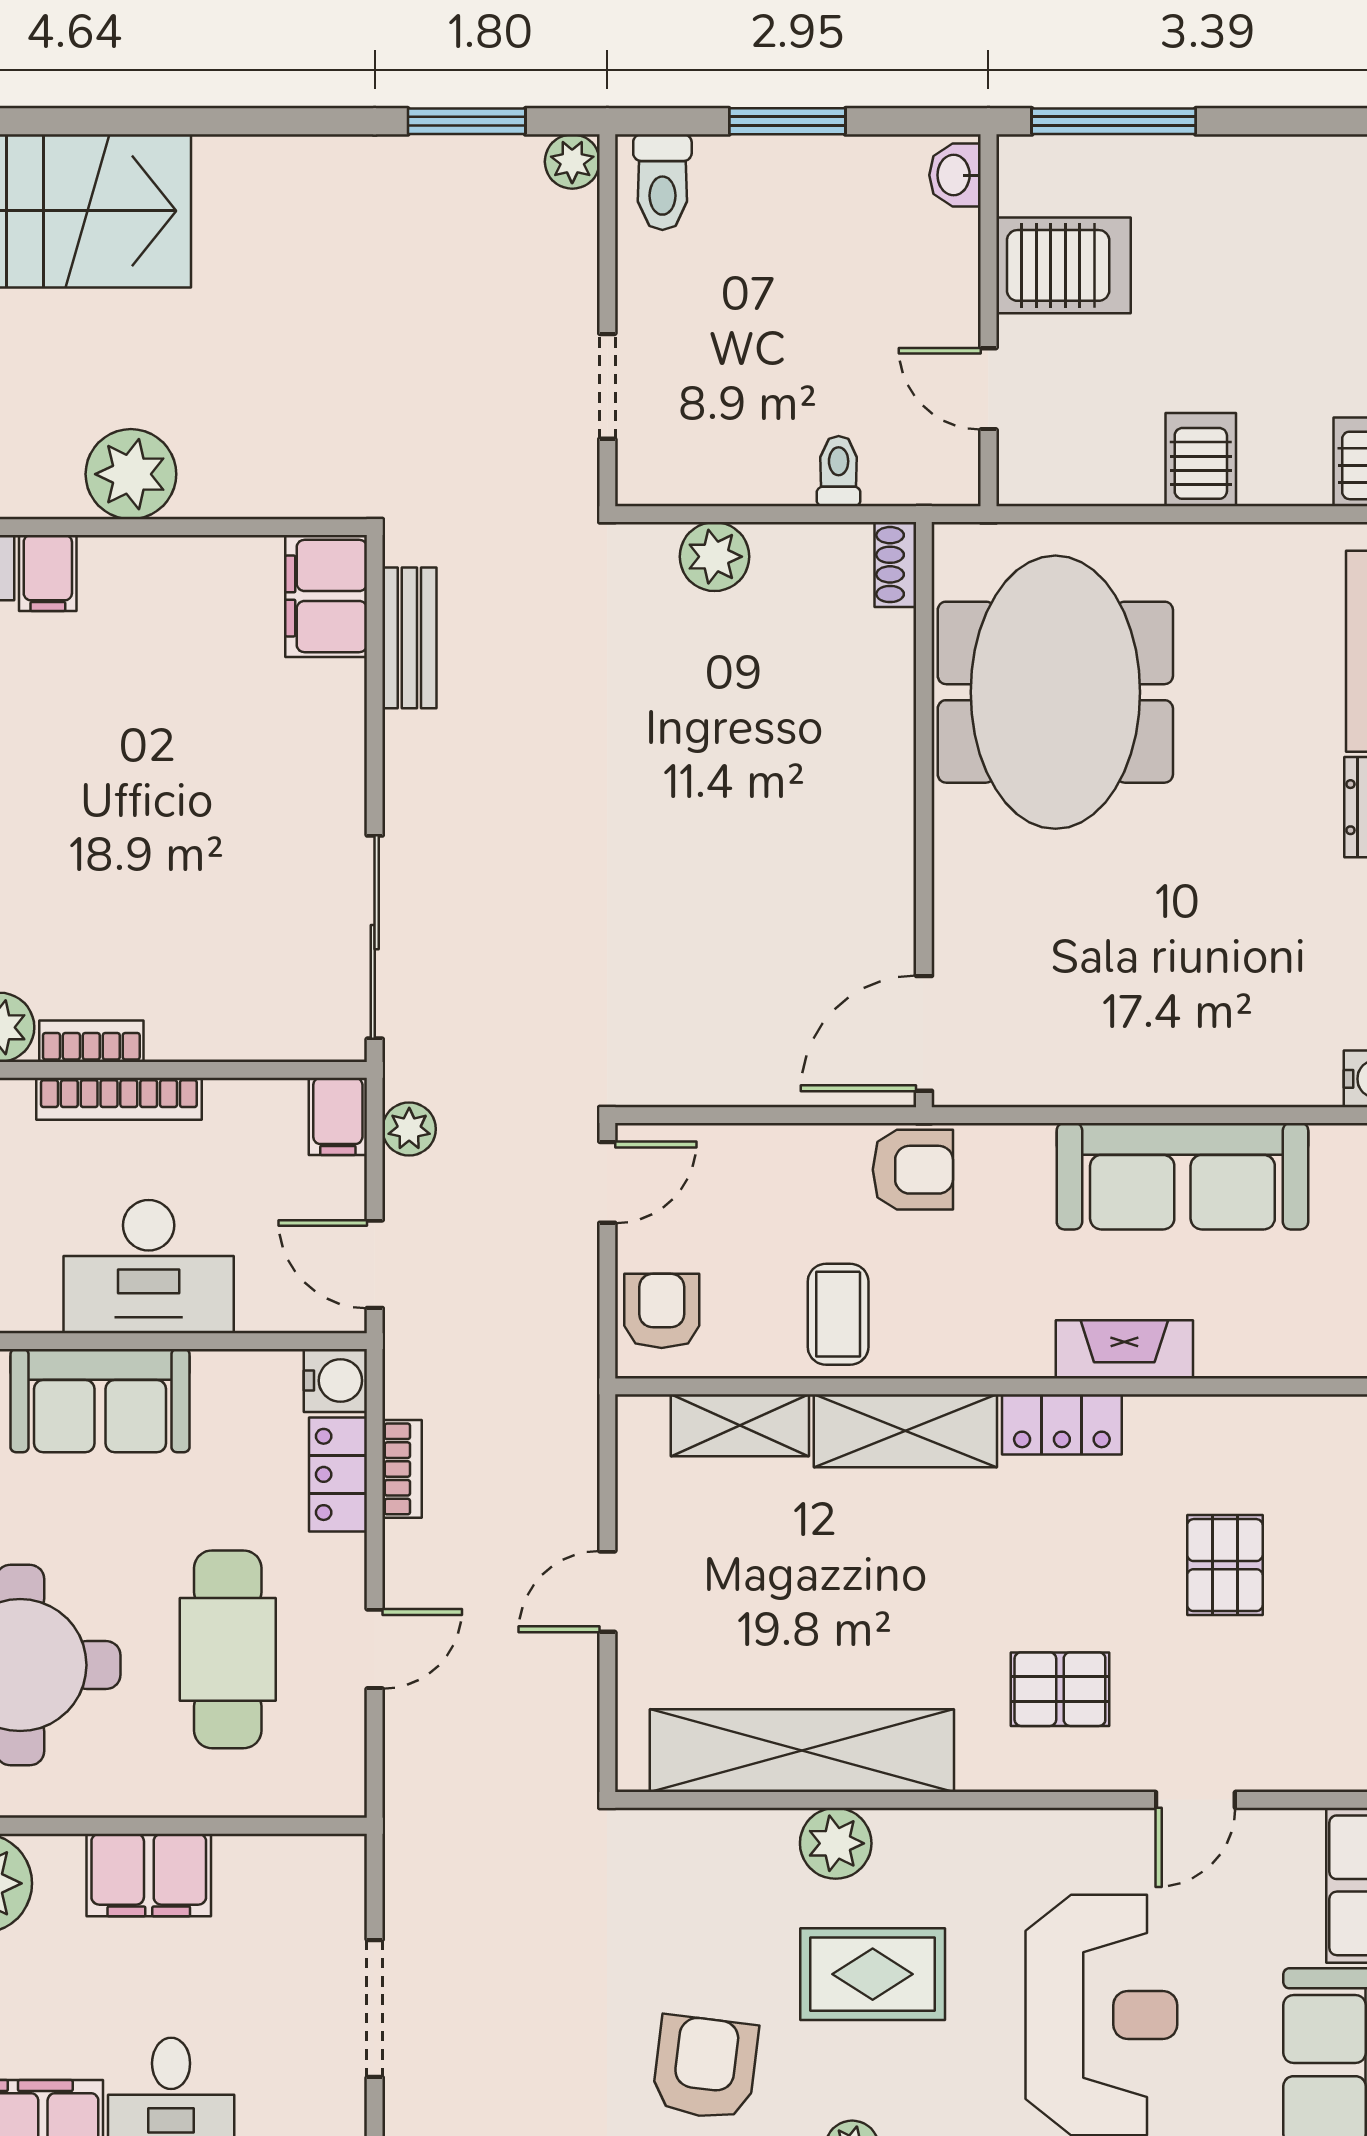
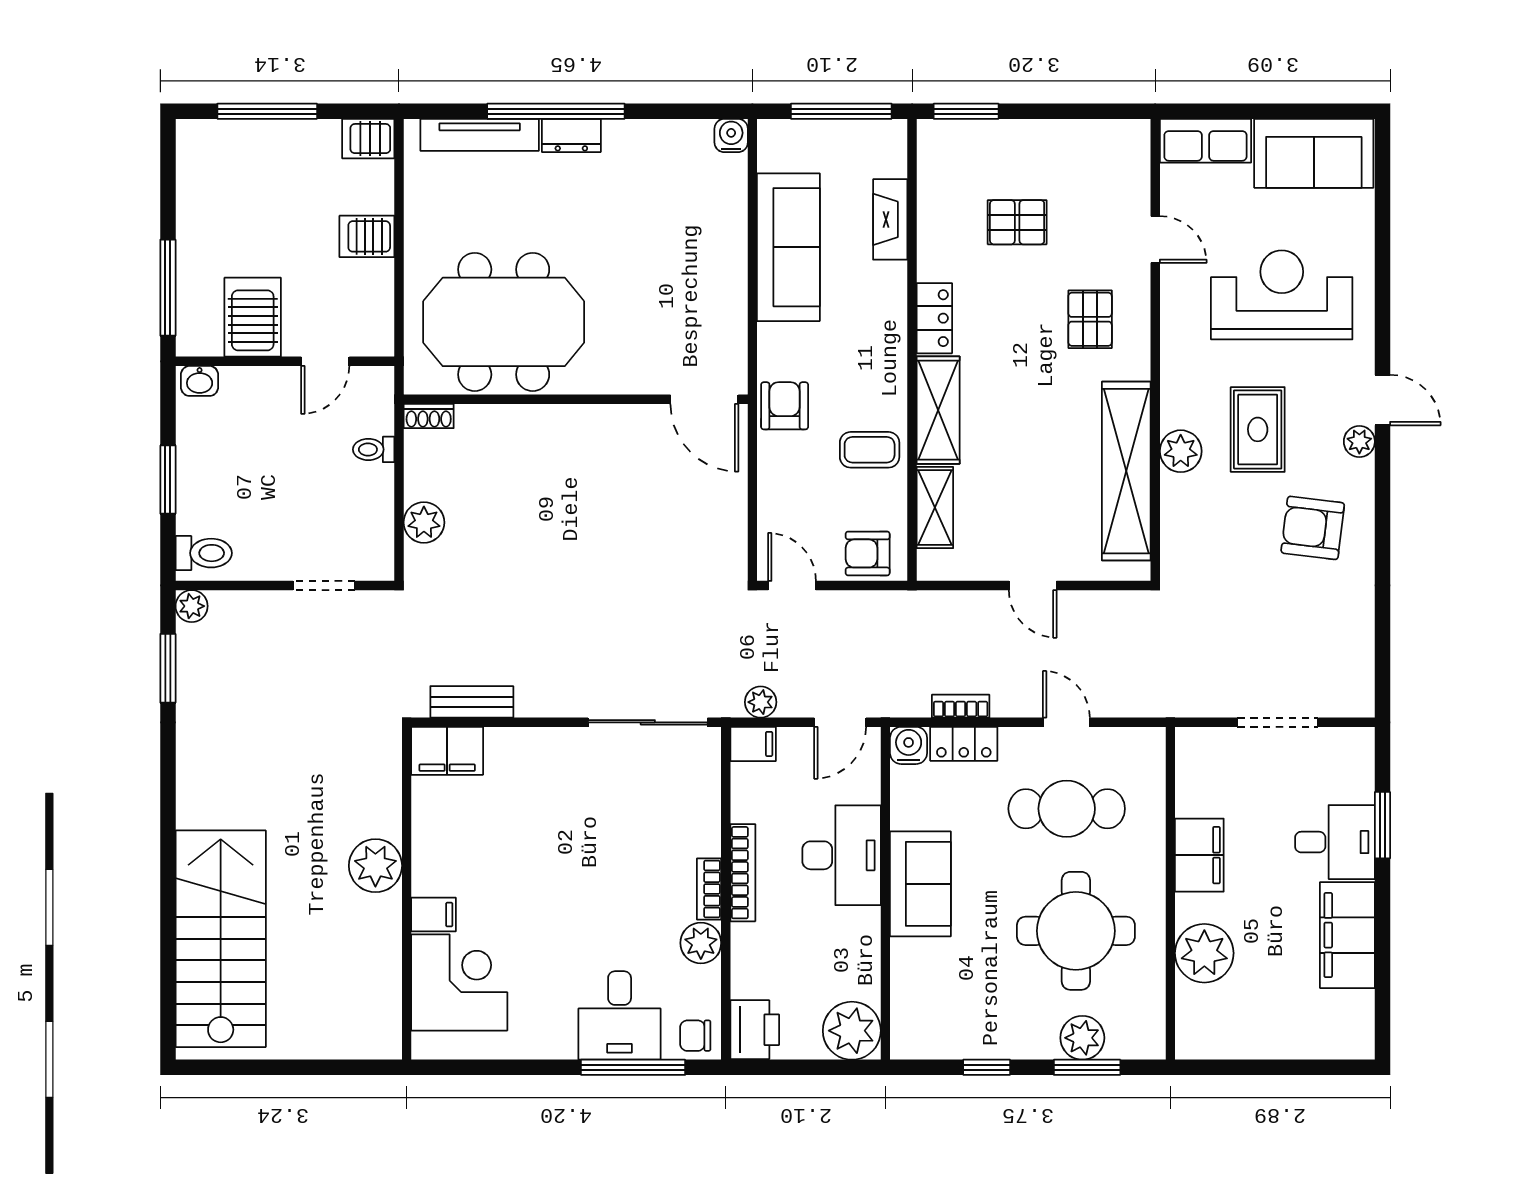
fireplace: (1124, 1349) -> (890, 219), moved

